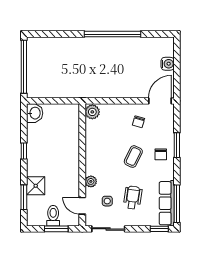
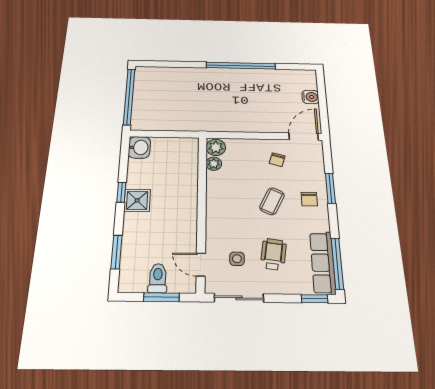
plant: (91, 181) -> (214, 164), moved
shower: (36, 186) -> (137, 200), moved

